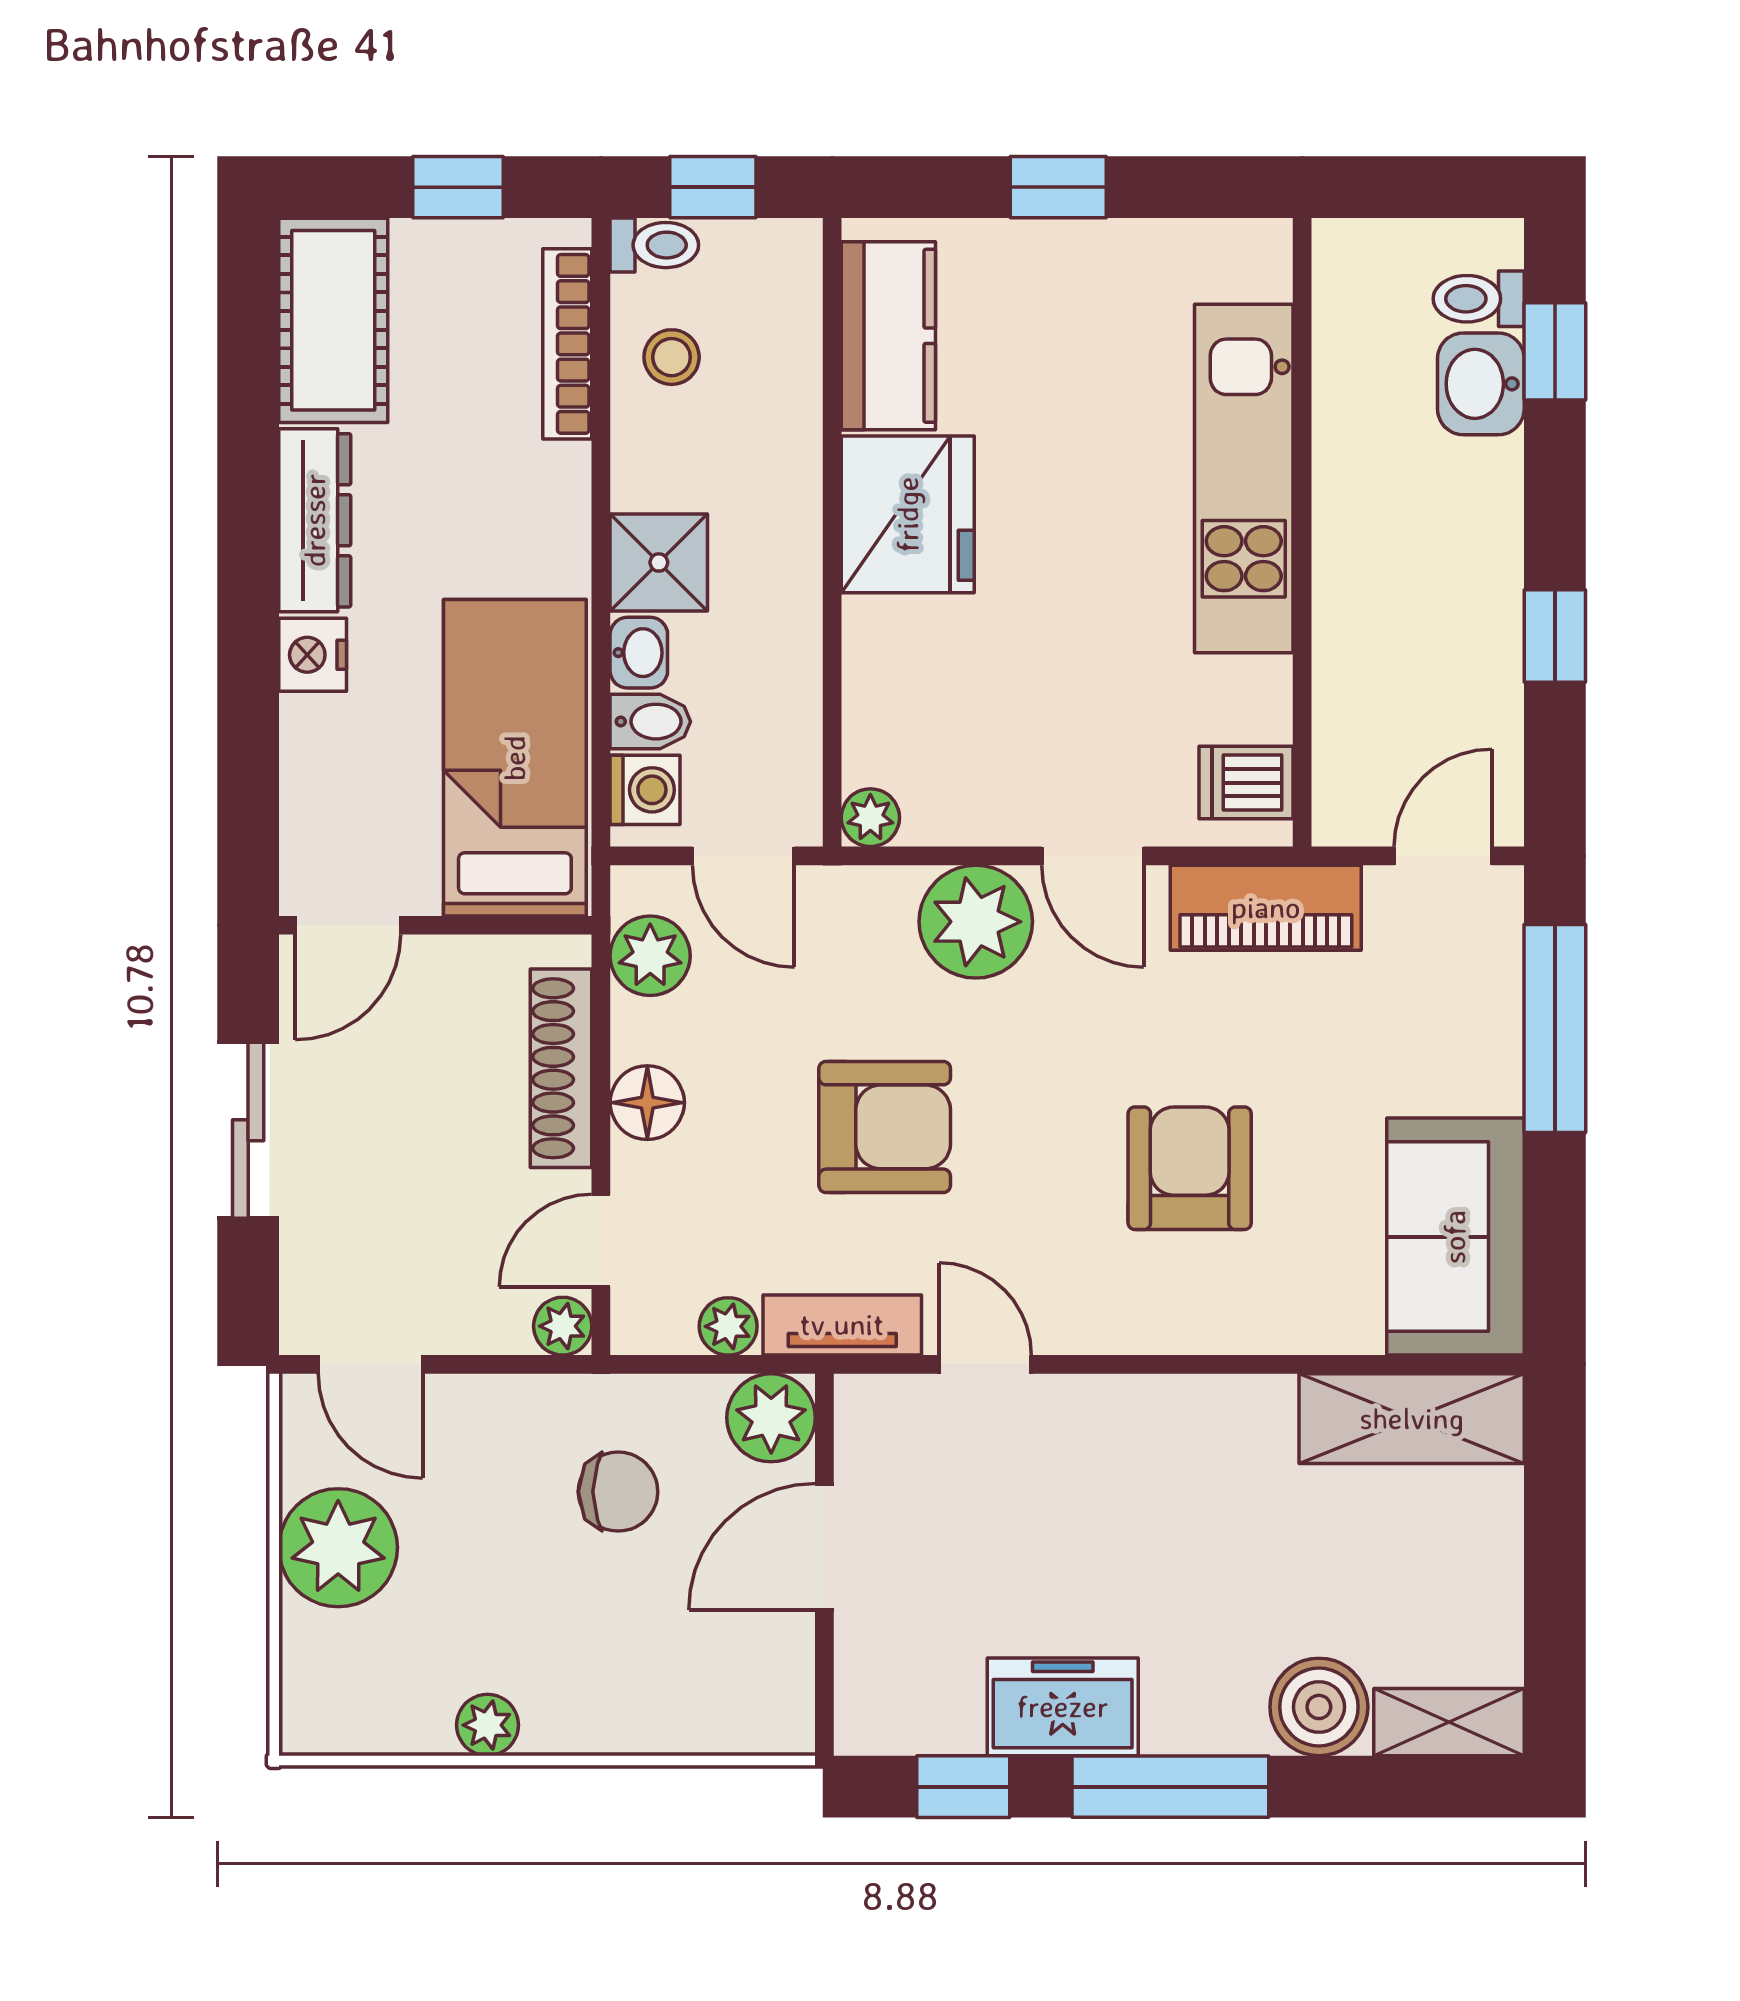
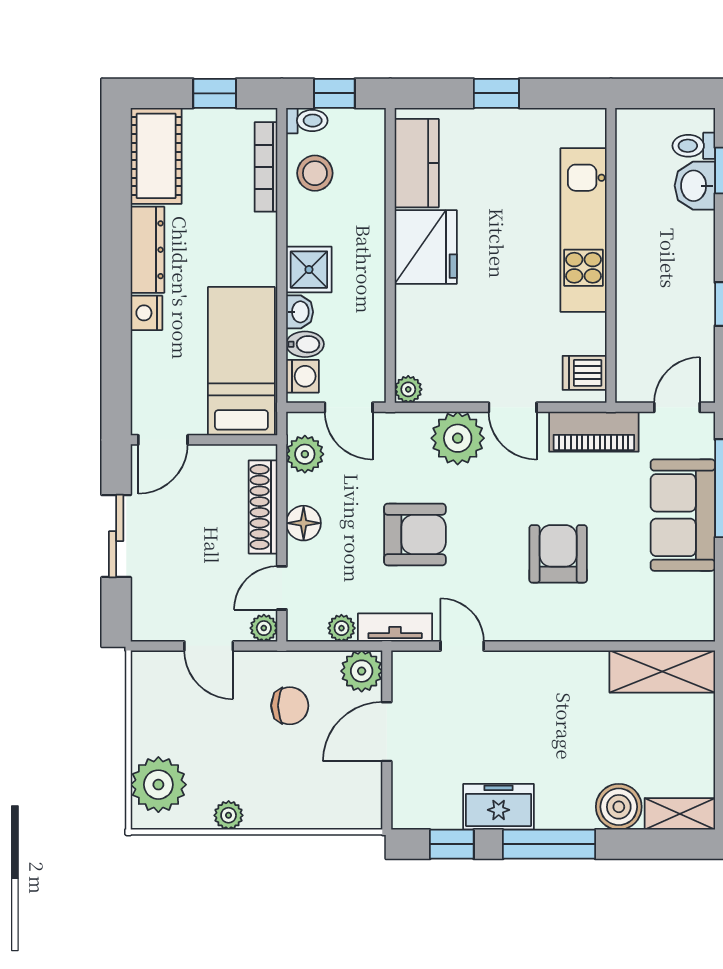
stool: (672, 357) -> (315, 173), width x1.37, depth x1.37
sofa: (1455, 1237) -> (683, 515), moved
door: (370, 1364) -> (209, 646), moved
plant: (338, 1548) -> (158, 785), moved

